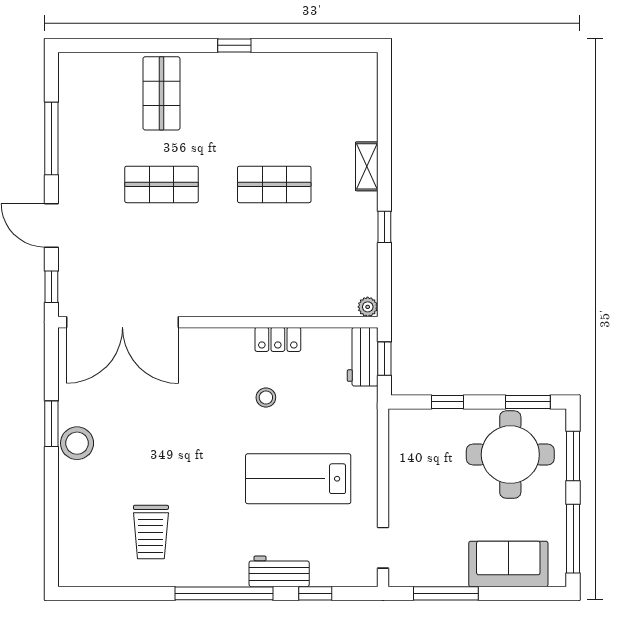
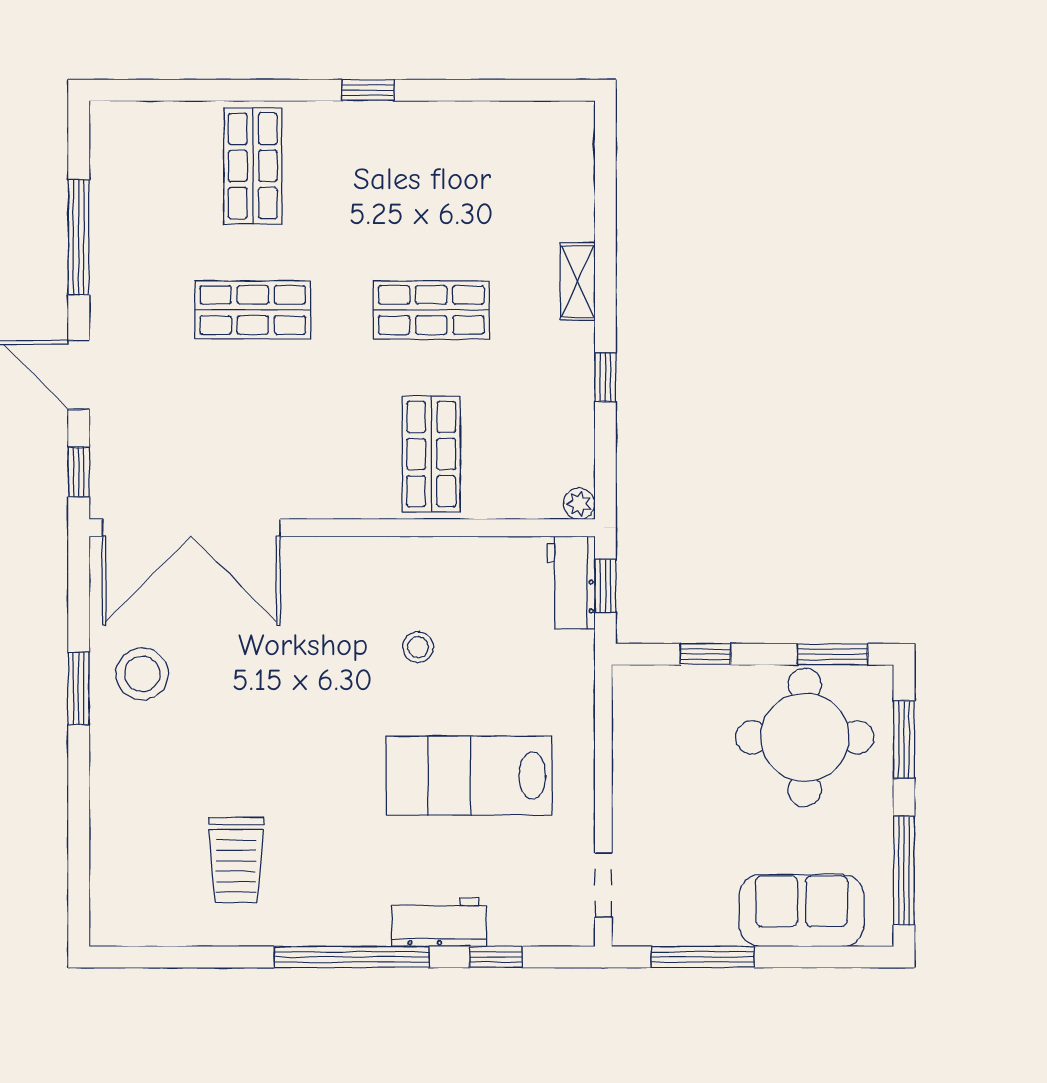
shop shelf: (274, 275) -> (431, 454), added
locker: (278, 339) -> (437, 555), removed
stool: (77, 443) -> (142, 674), moved

